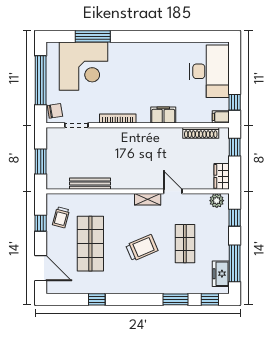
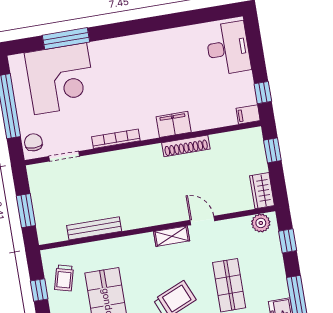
desk: (209, 71) -> (228, 48), width x0.73, depth x0.77
chair: (55, 111) -> (33, 142), turned -81
shoe rack: (201, 133) -> (186, 146), moved

